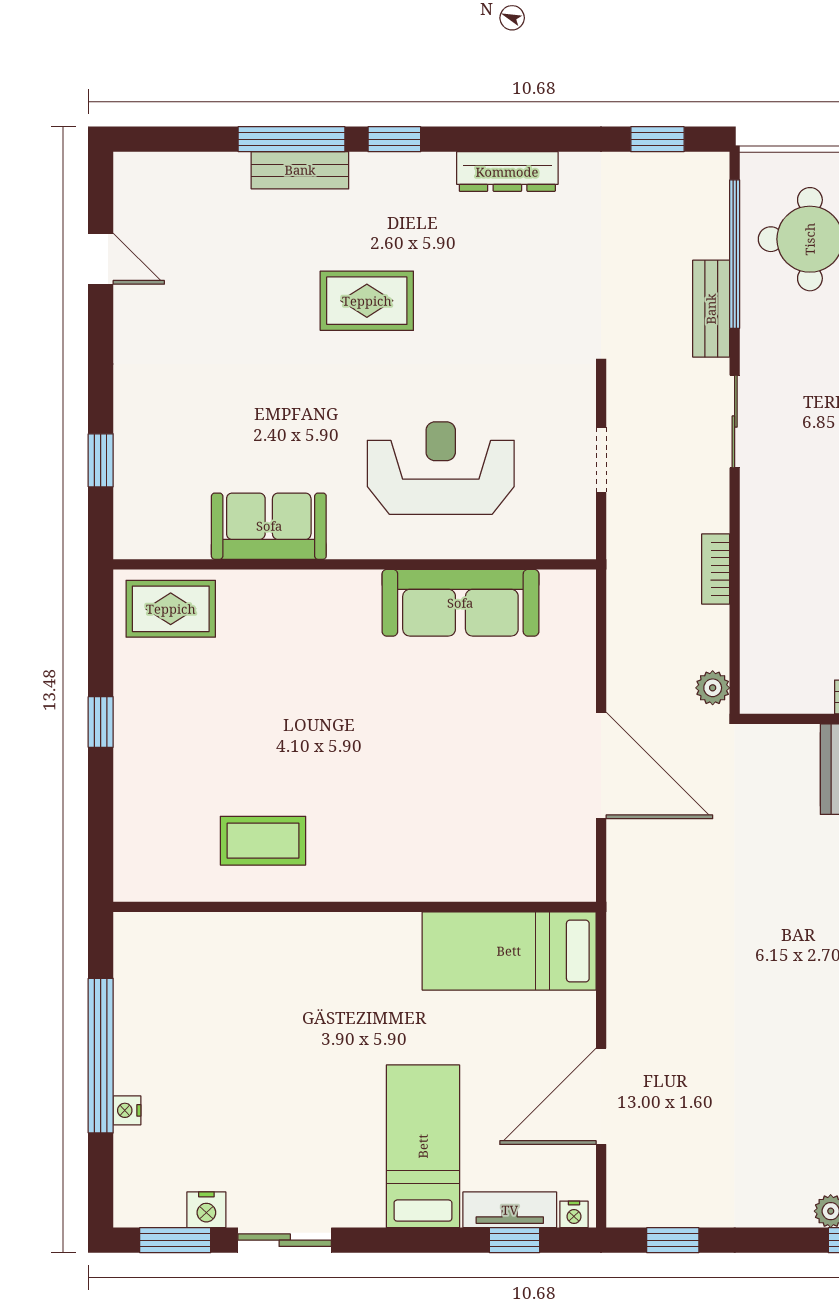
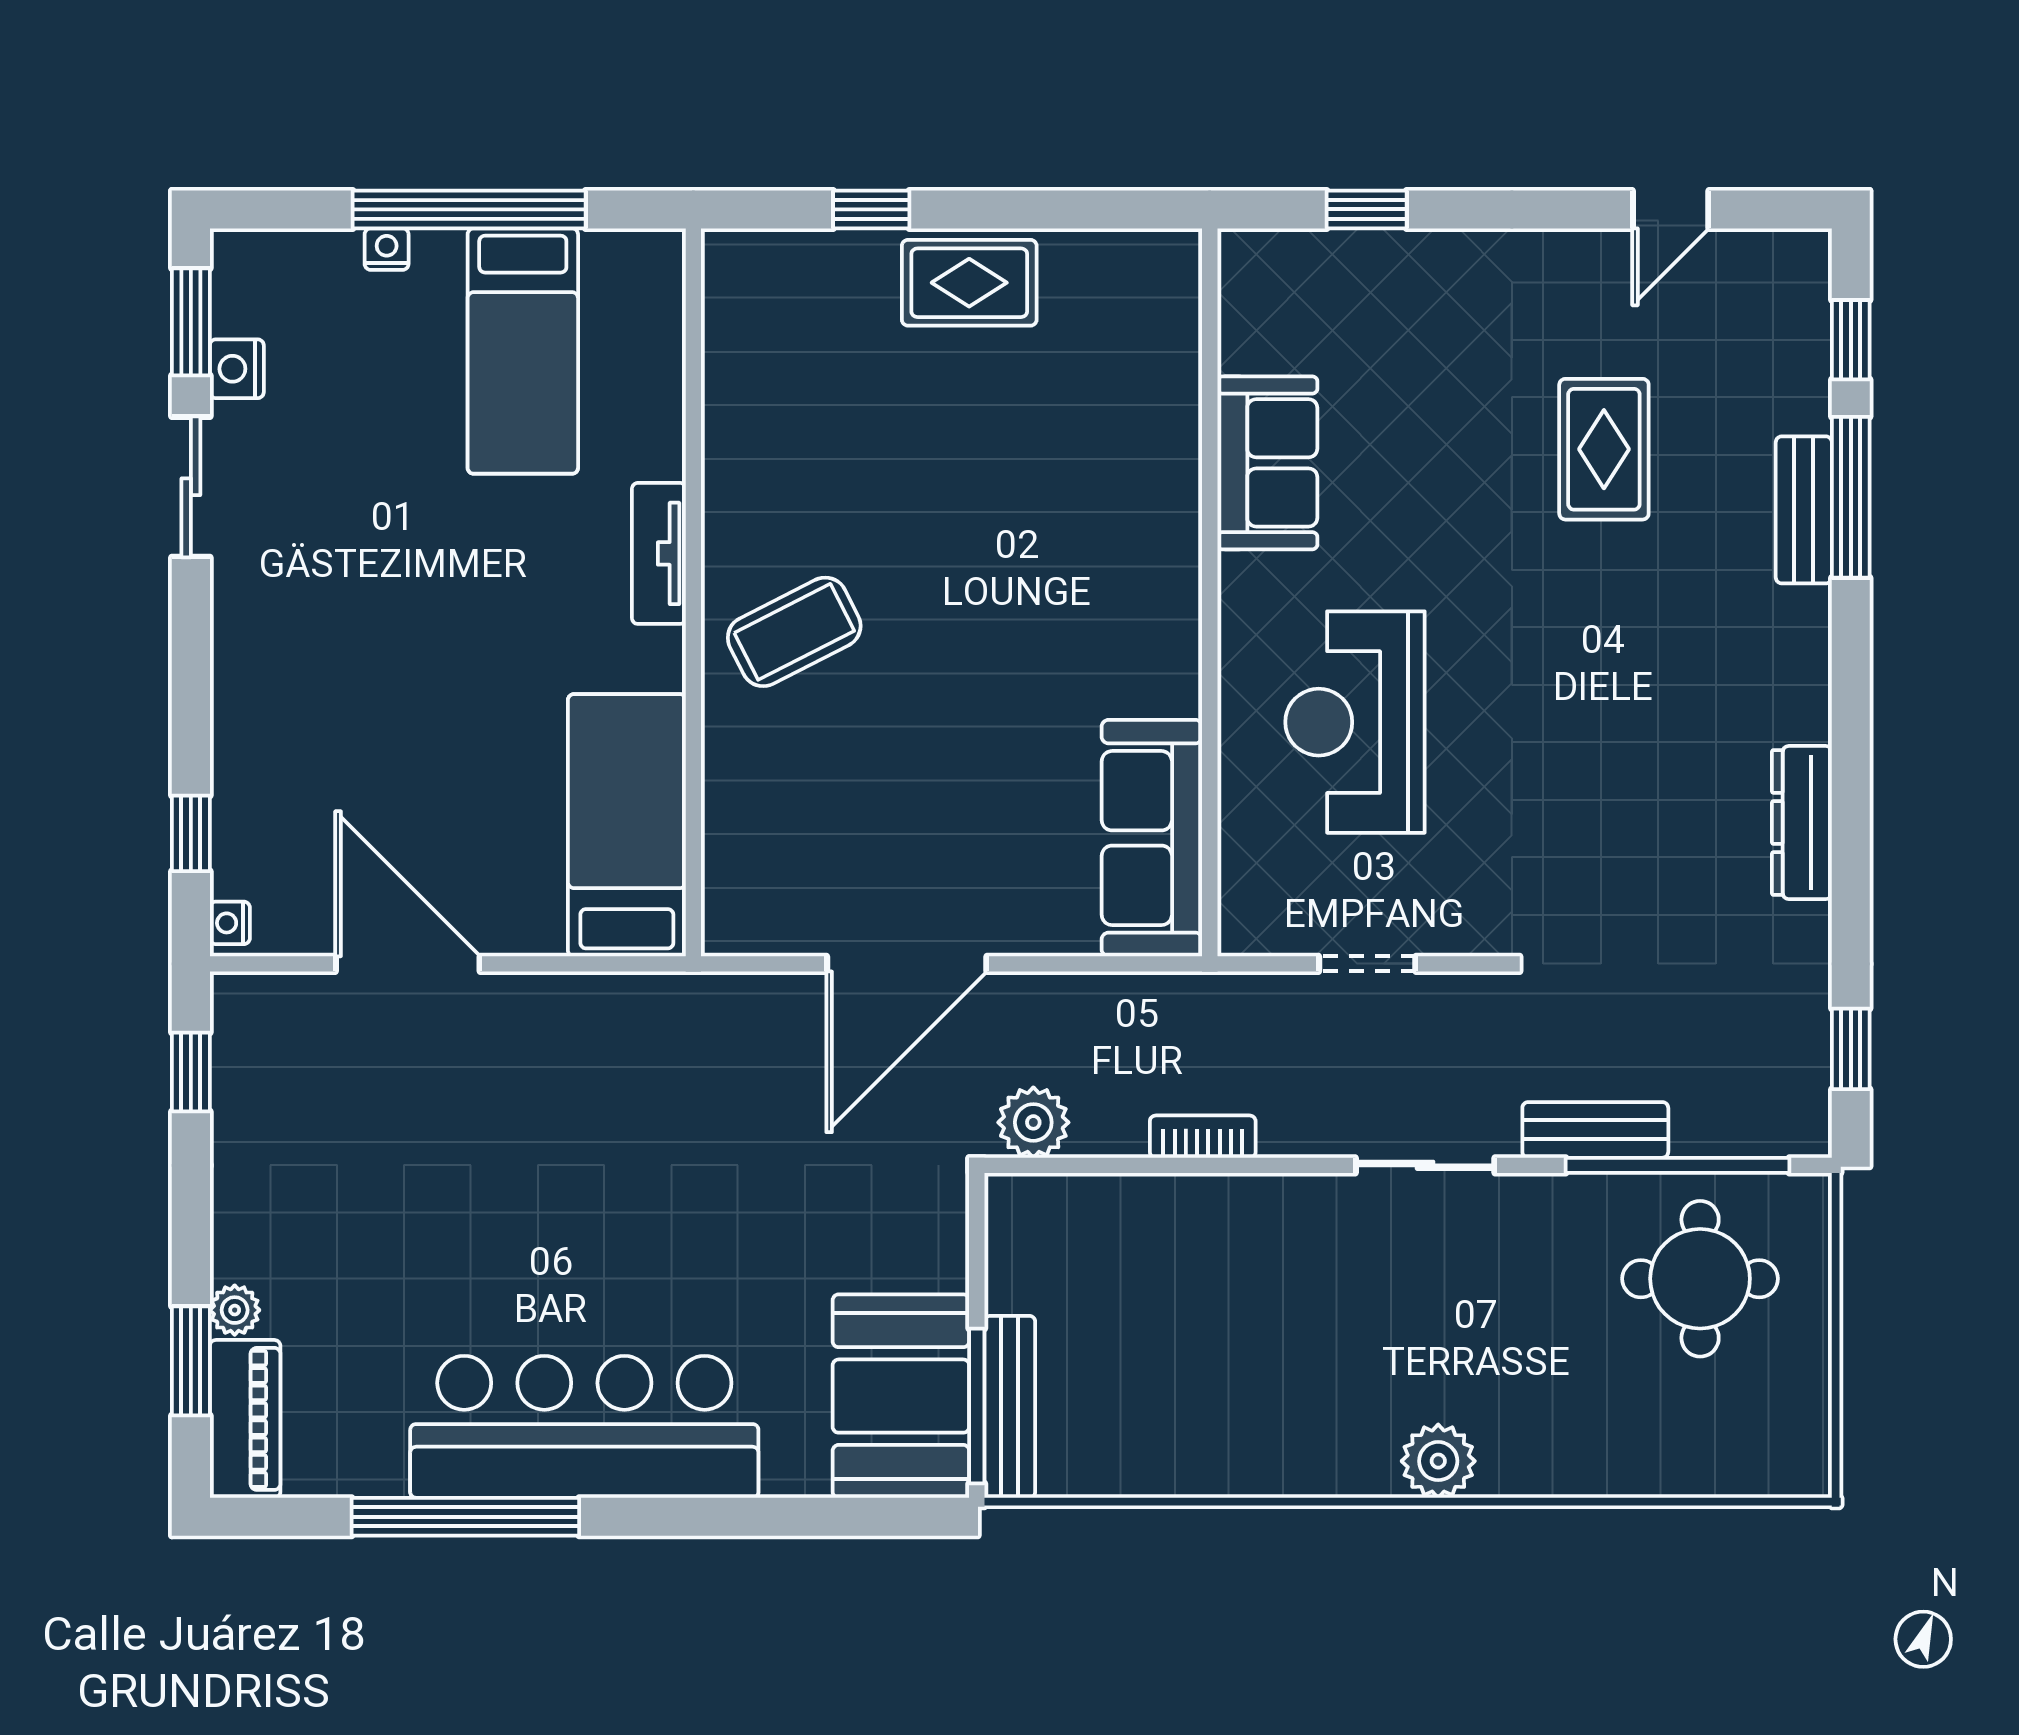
window: (394, 139) -> (1851, 340), moved
rug: (367, 301) -> (1604, 449), moved
reception desk: (441, 468) -> (1355, 722), turned 180
sofa: (460, 603) -> (1152, 838), moved
rug: (171, 609) -> (969, 283), moved, turned 90
plant: (713, 688) -> (1033, 1122), width x1.38, depth x1.38
window: (101, 722) -> (871, 209), moved
coffee table: (263, 841) -> (794, 632), moved, turned 63
bed: (423, 1146) -> (523, 351), moved, turned 90
tv unit: (510, 1210) -> (659, 553), moved, turned 180

